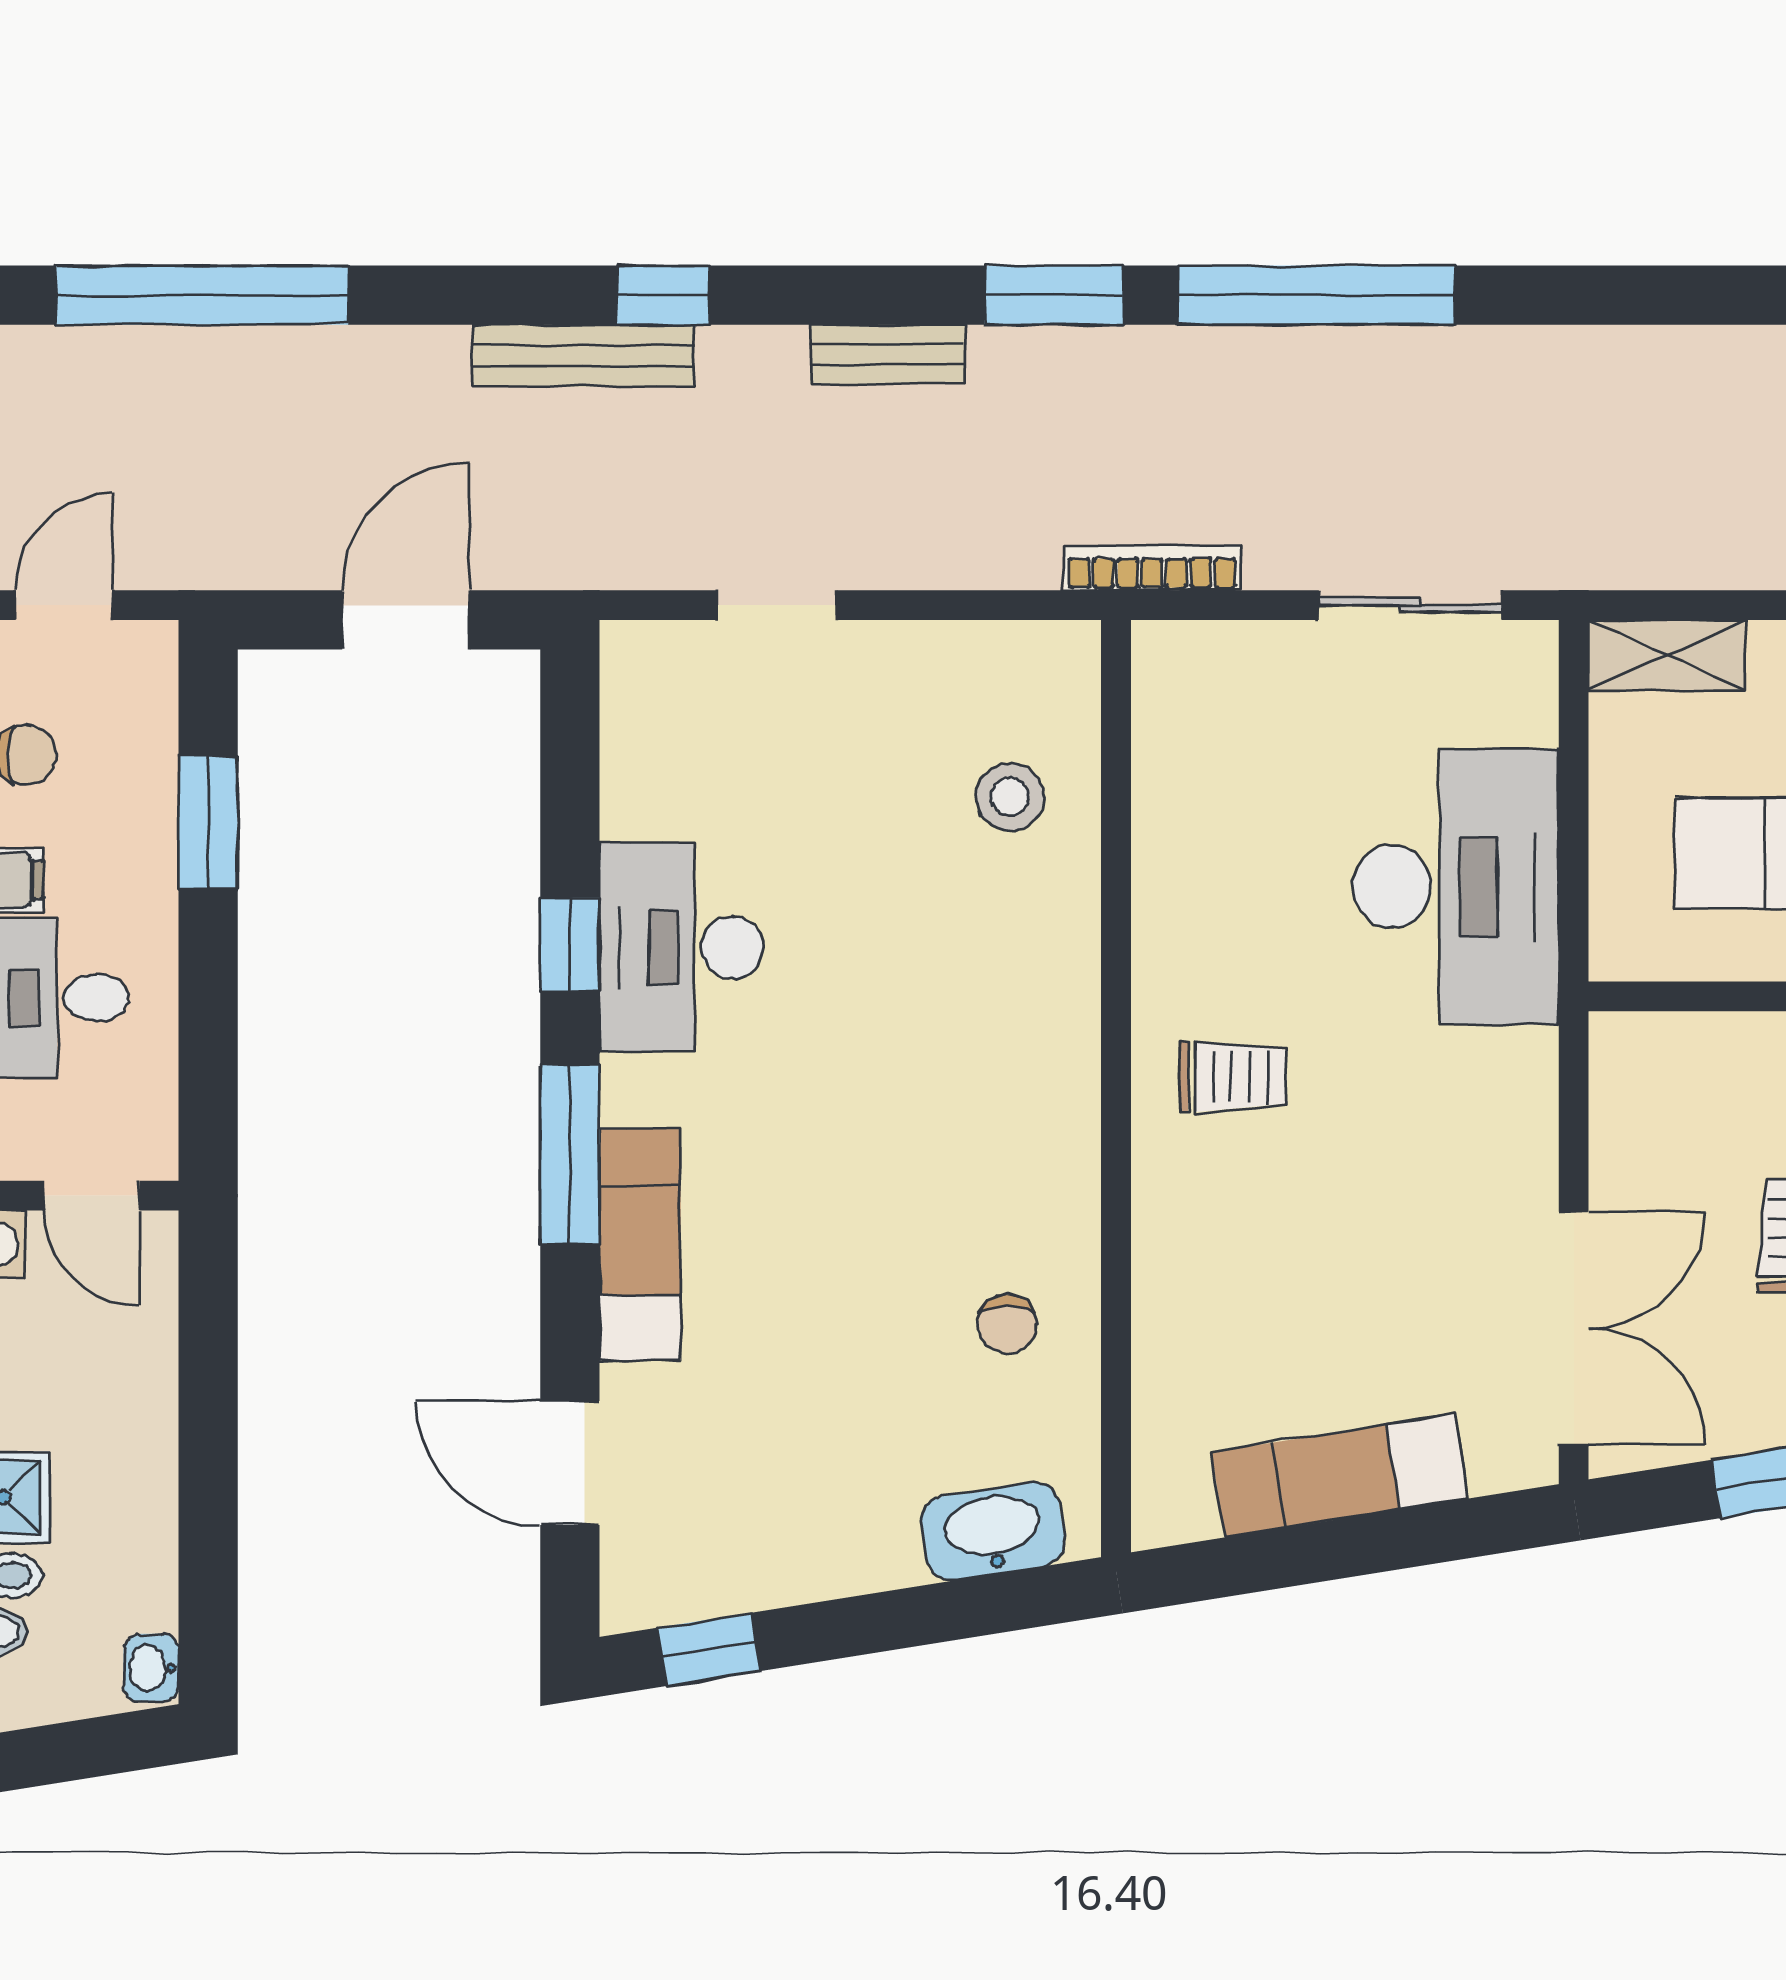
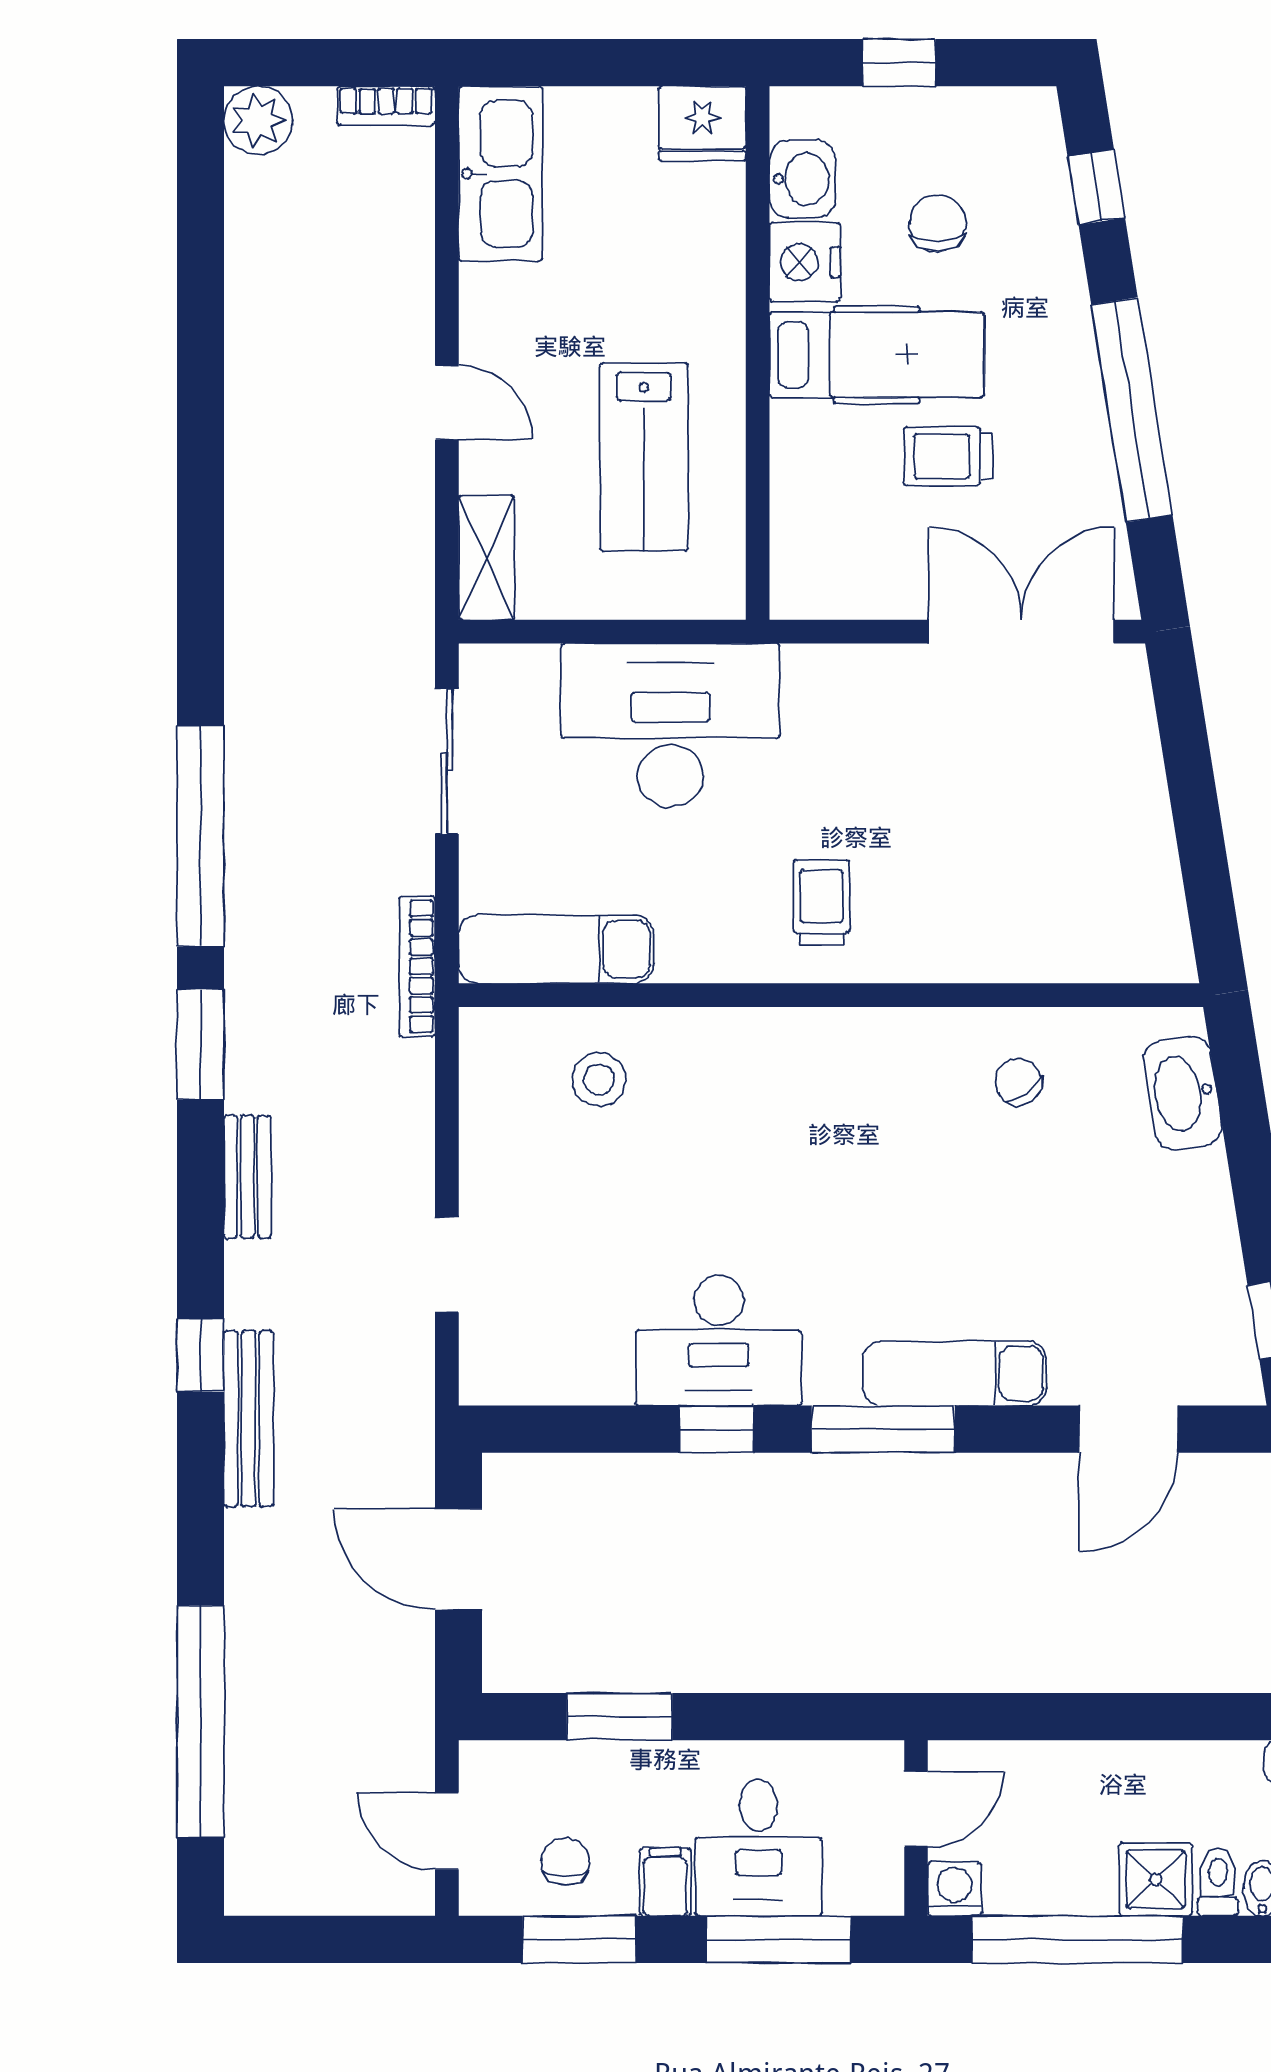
chair: (1007, 1324) -> (1018, 1082), turned -127
exam couch: (1340, 1475) -> (556, 949), moved, turned 99

